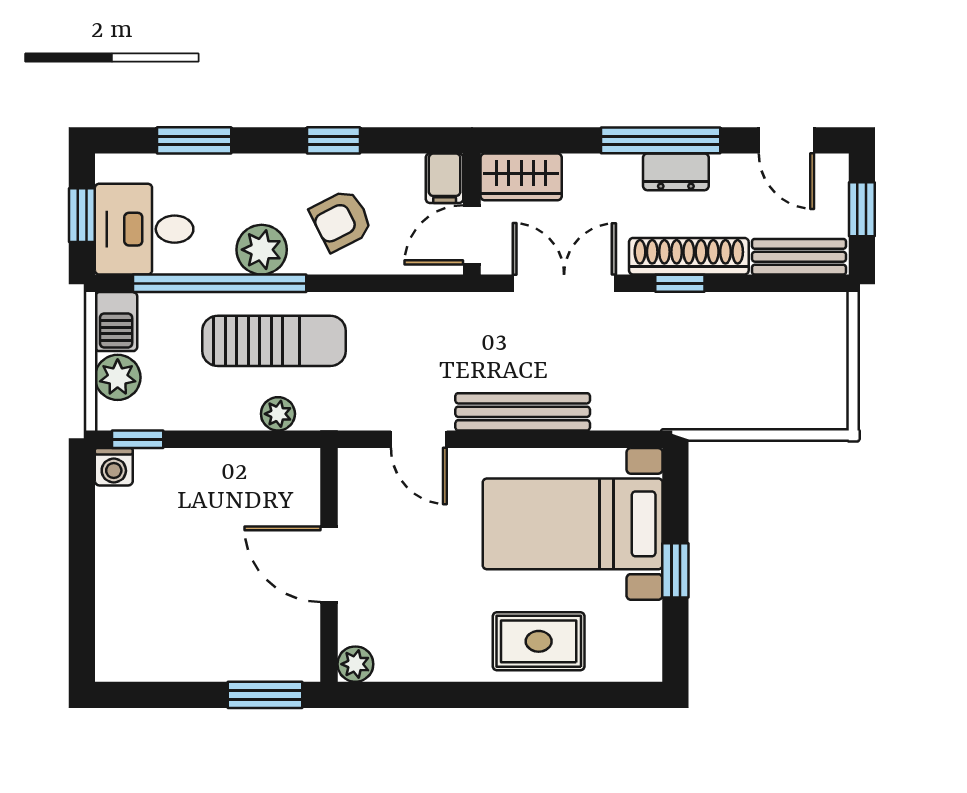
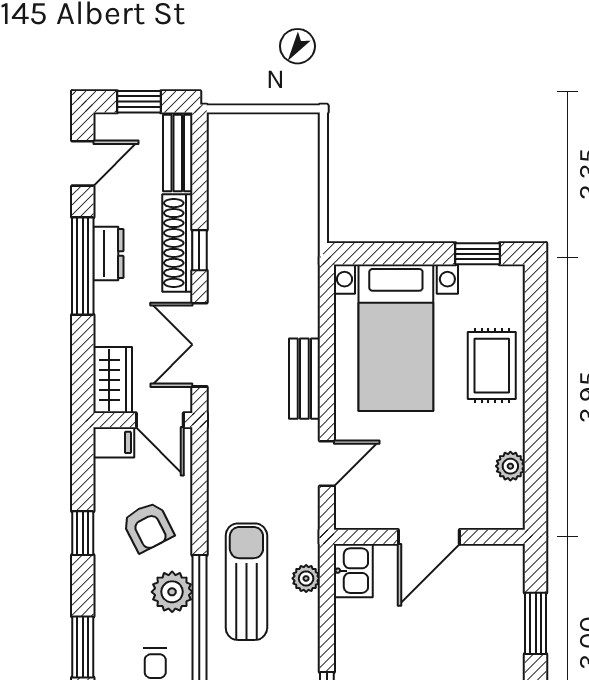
bench: (523, 412) -> (304, 379), width x0.73
kitchen sink: (288, 472) -> (353, 571), added
window: (675, 570) -> (478, 254), moved
plant: (355, 664) -> (510, 466), moved
window: (265, 695) -> (536, 623), moved

